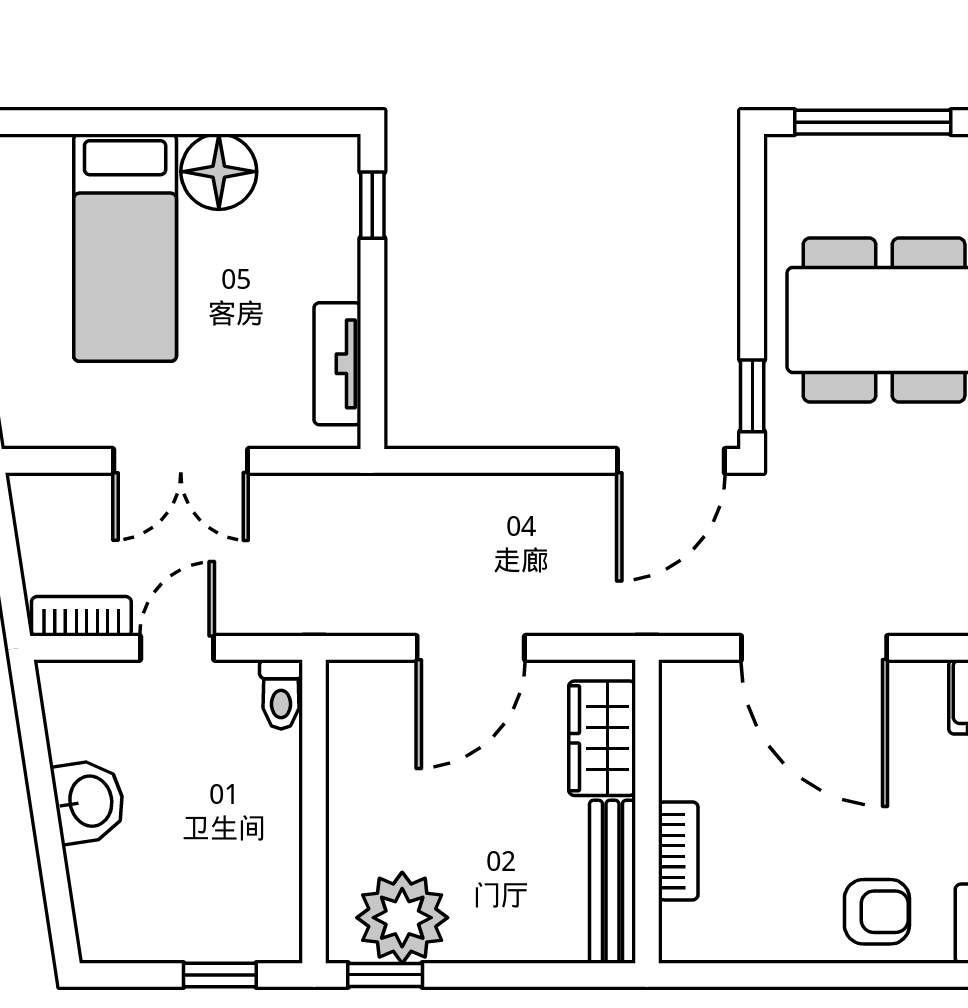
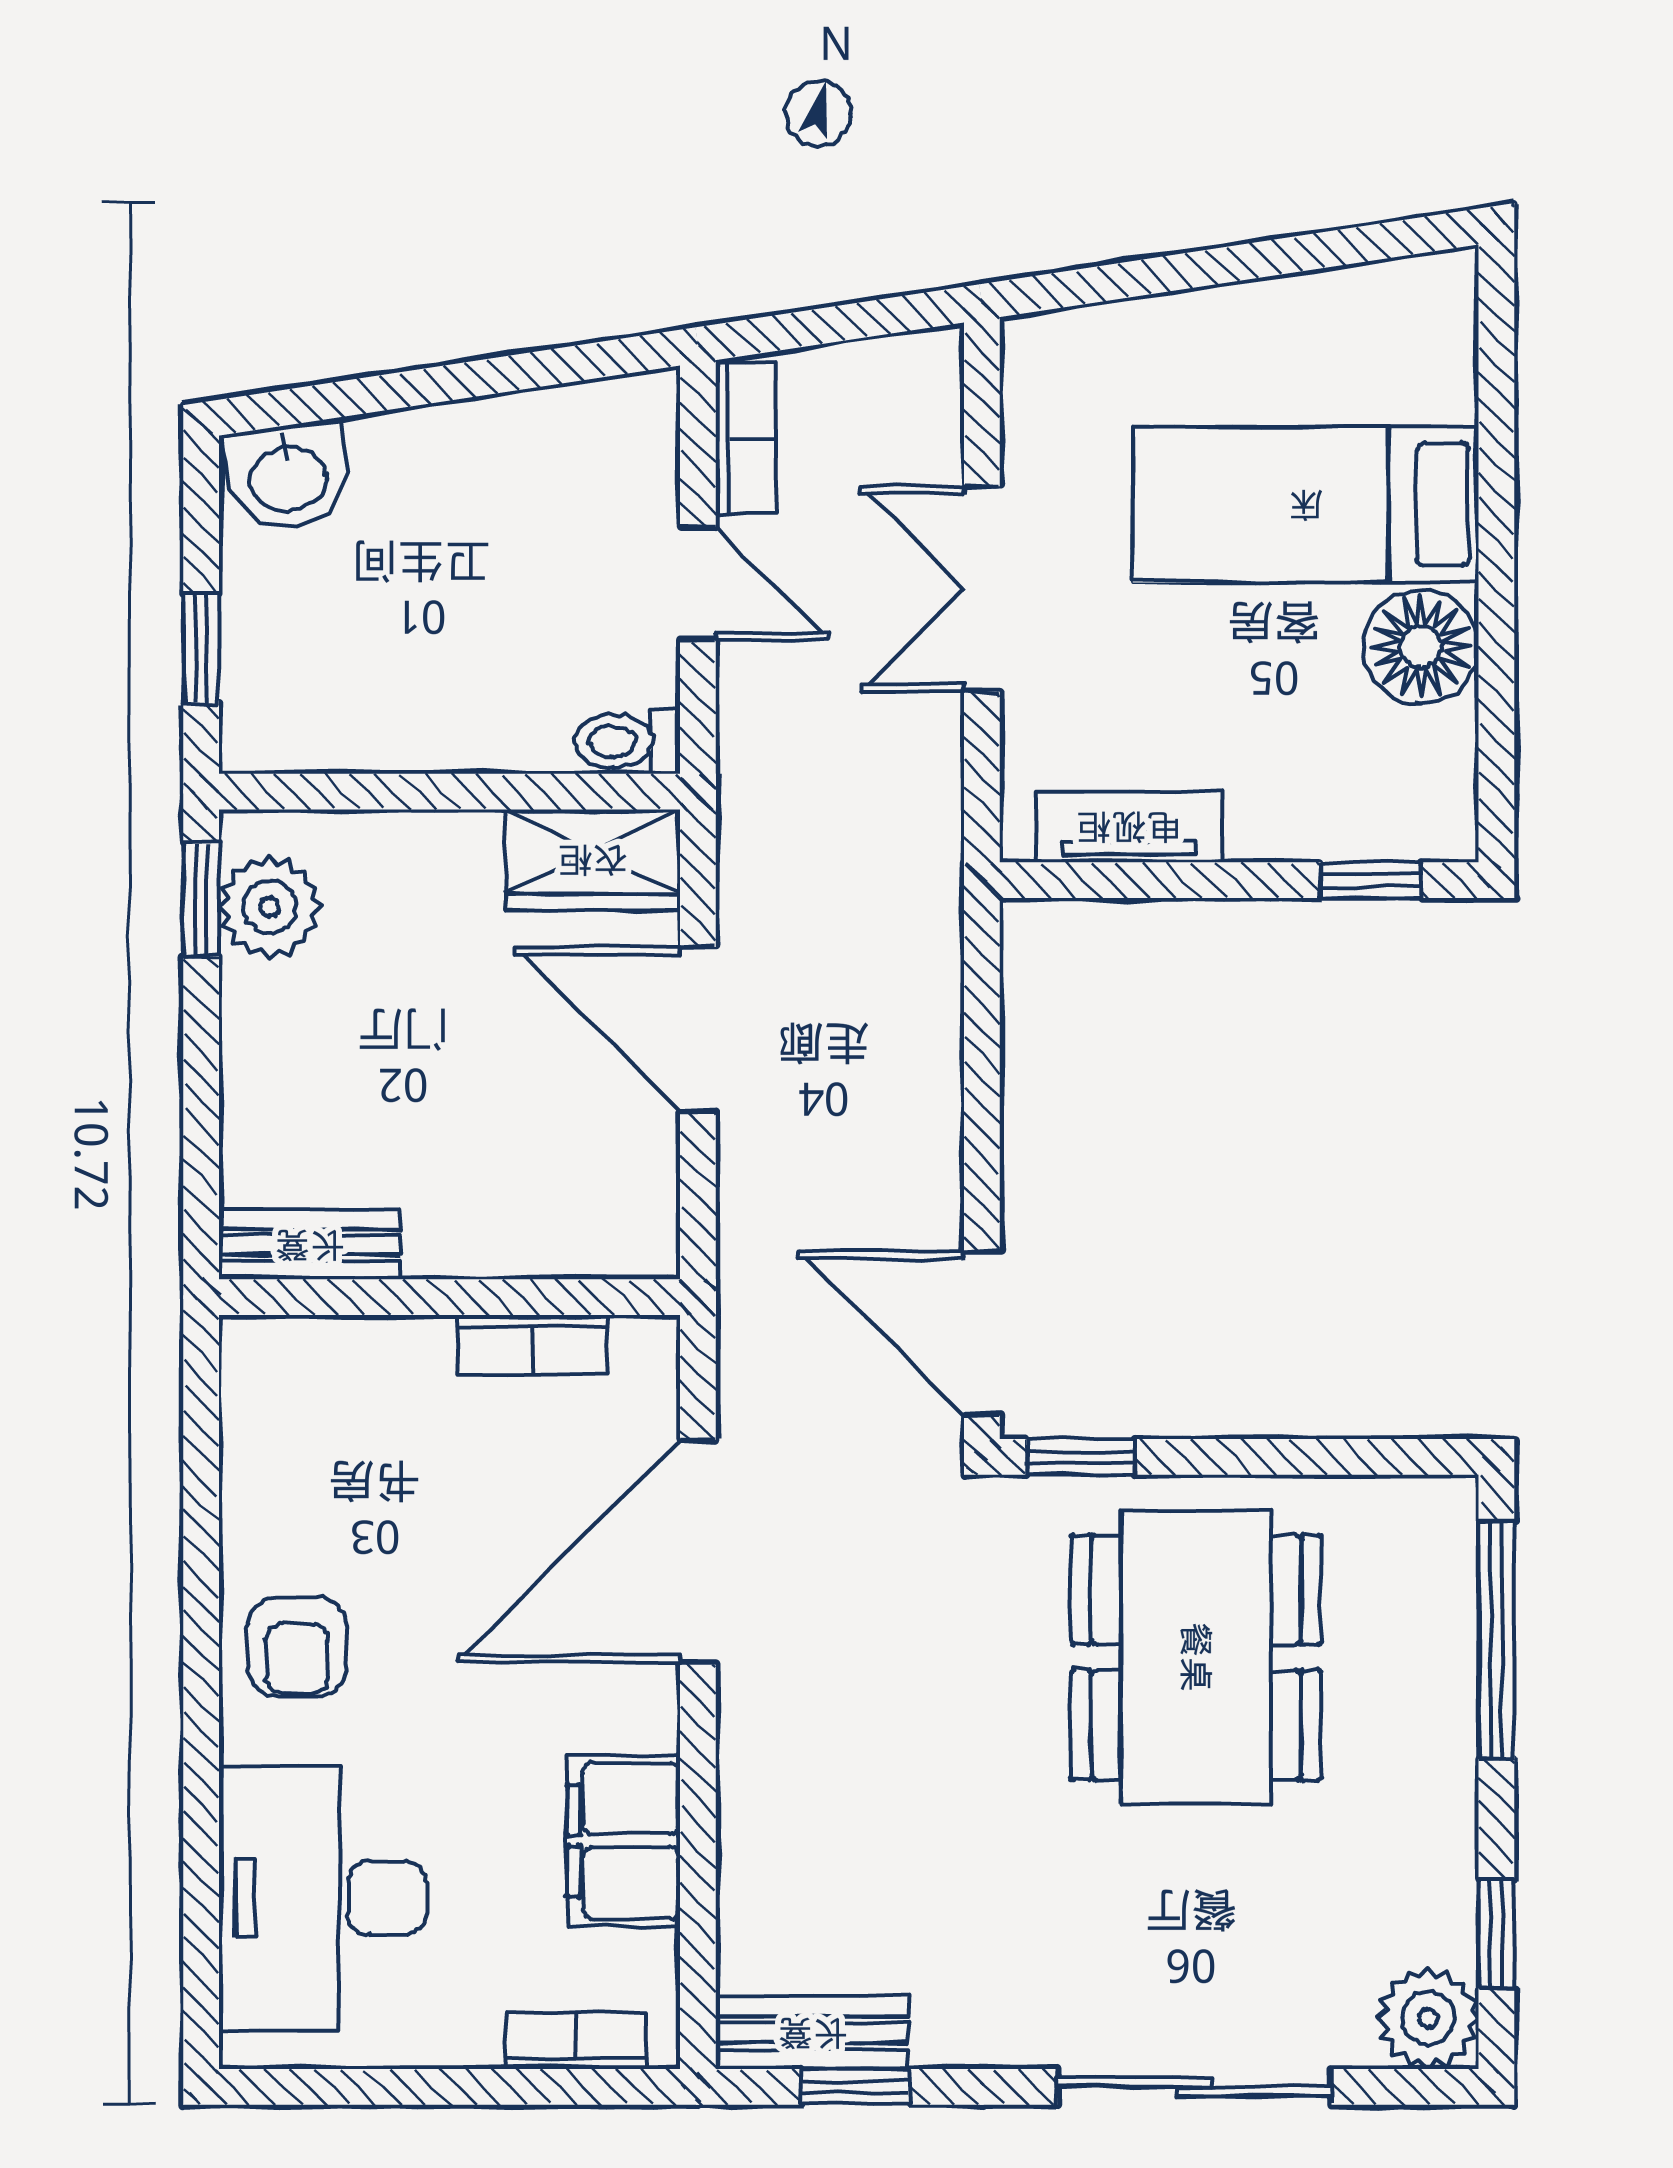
wardrobe: (602, 738) -> (593, 860), moved, turned 180
washbasin: (89, 801) -> (288, 476), moved
bookcase: (678, 851) -> (533, 1345), moved
bench: (612, 882) -> (310, 1245), width x0.73
plant: (402, 918) -> (270, 907), width x0.73, depth x0.73

